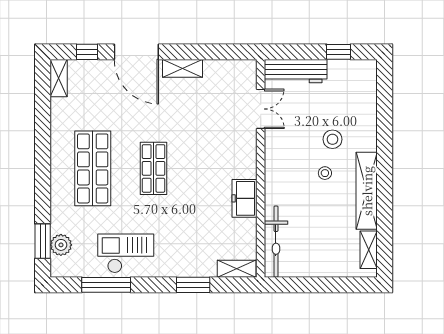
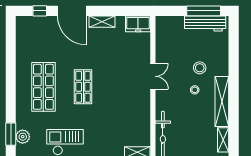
window: (339, 52) -> (204, 11), width x2.17
workbench: (296, 71) -> (205, 23), moved
shelving: (59, 78) -> (21, 28), removed
double door: (261, 109) -> (153, 76), moved
freezer: (245, 198) -> (138, 24), moved, turned -90

